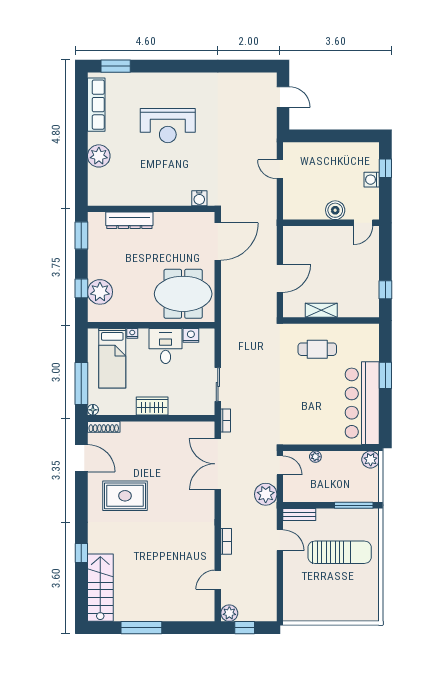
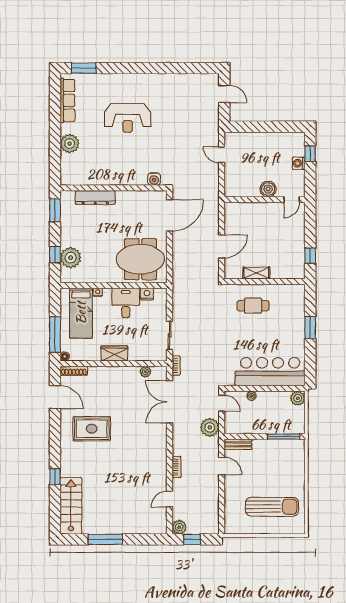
bar counter: (362, 403) -> (270, 372), moved, turned 90
plant: (189, 428) -> (145, 372), added
sun lounger: (340, 552) -> (272, 507), moved

